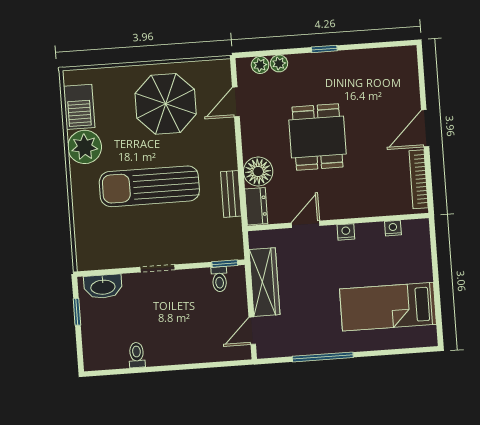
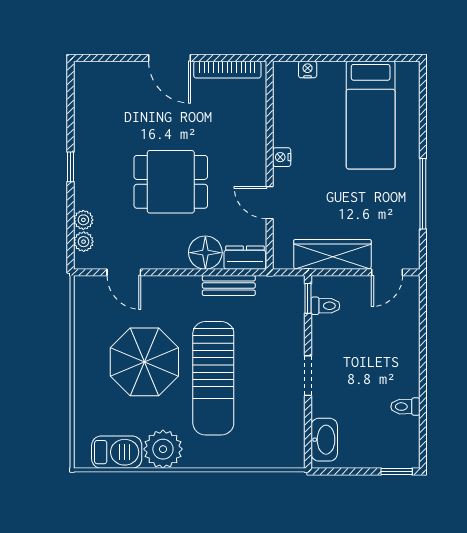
parasol: (166, 104) -> (144, 362), moved
nightstand: (393, 228) -> (308, 70), moved, turned 90
window: (77, 312) -> (397, 471), moved
door: (252, 331) -> (387, 272), hinge flipped

